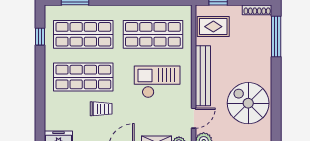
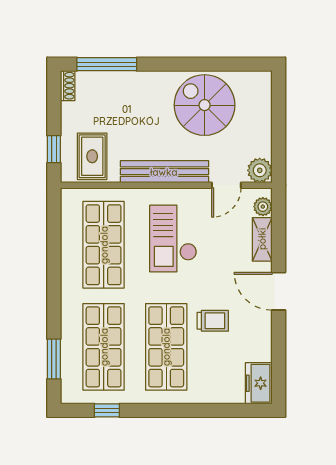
shoe rack: (257, 10) -> (68, 86), width x0.70
spiral stairs: (248, 103) -> (205, 105), turned 90
trolley: (101, 109) -> (213, 321), turned 90
door: (194, 118) -> (226, 185), swing flipped

